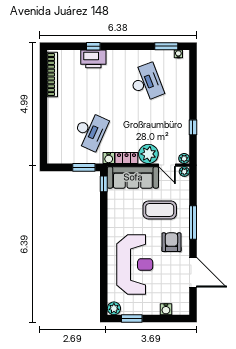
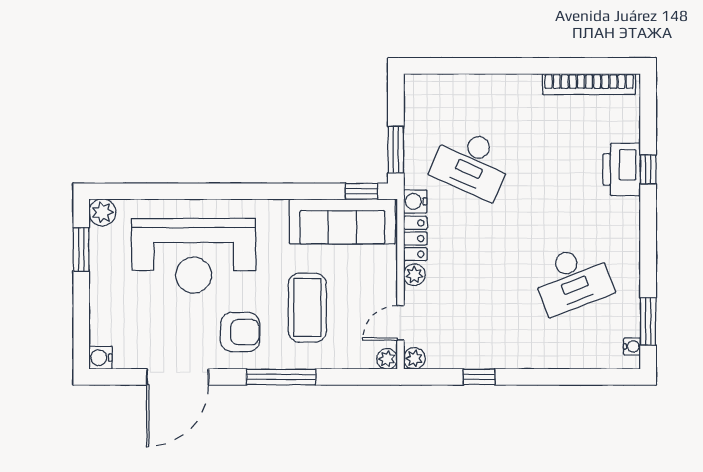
plant: (148, 154) -> (414, 275), width x0.53, depth x0.53
sofa: (133, 177) -> (342, 221), moved, turned -90
water cooler: (166, 309) -> (101, 358), moved

